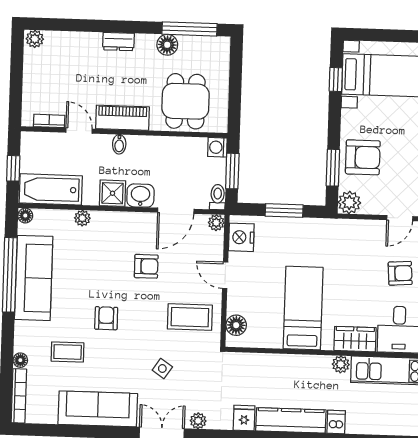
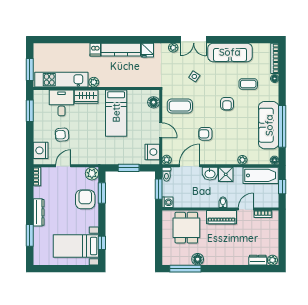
dresser: (118, 42) -> (258, 260), moved
door: (79, 131) -> (246, 209), swing flipped
armchair: (363, 157) -> (85, 199), turned 90

